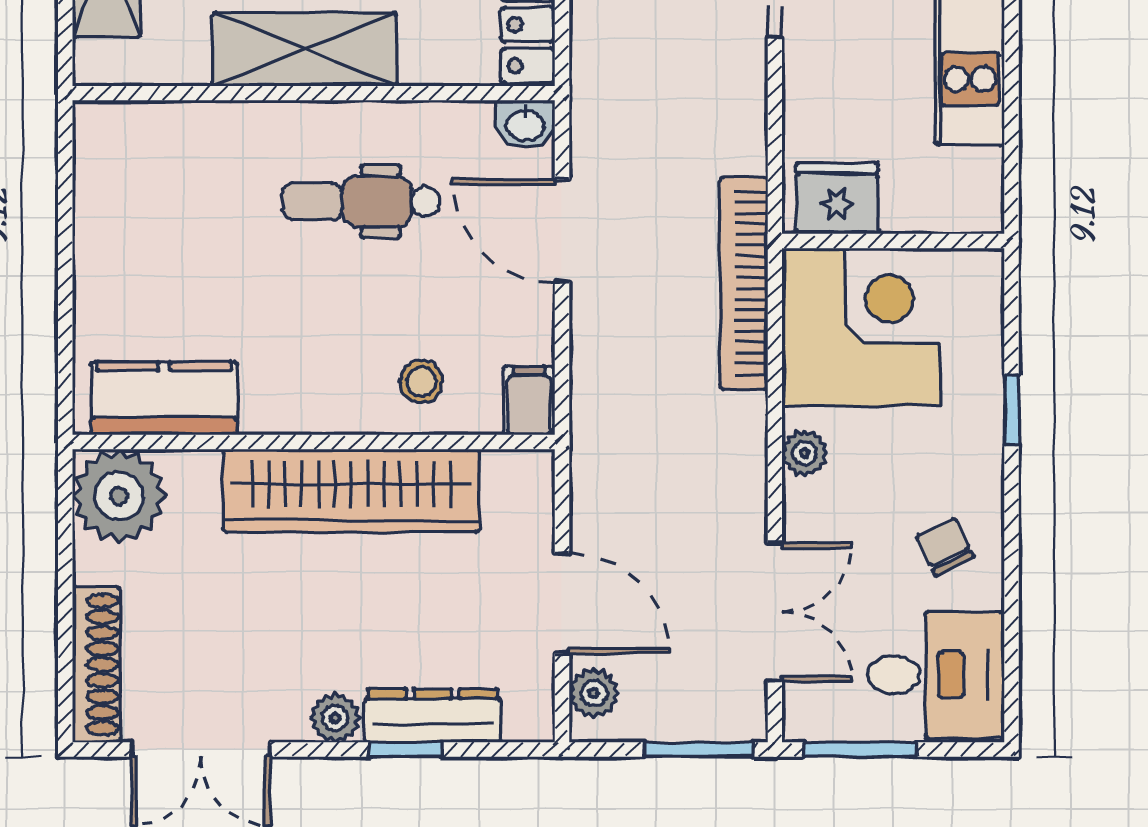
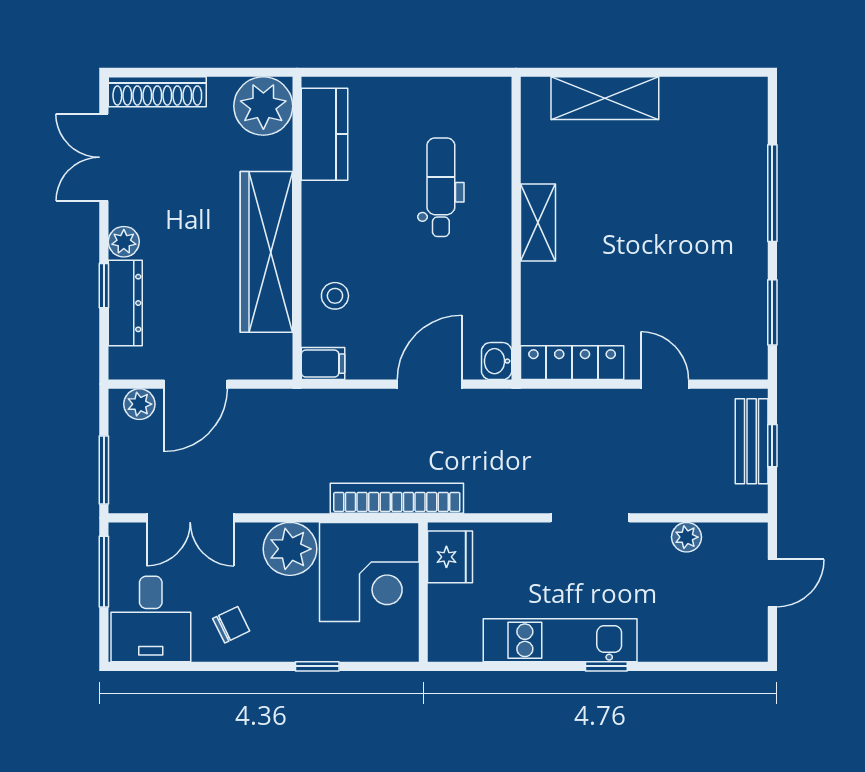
shelving: (305, 49) -> (538, 223), width x0.67, depth x0.75
dental chair: (361, 201) -> (441, 187), moved
plant: (805, 453) -> (290, 549), width x1.88, depth x1.88

